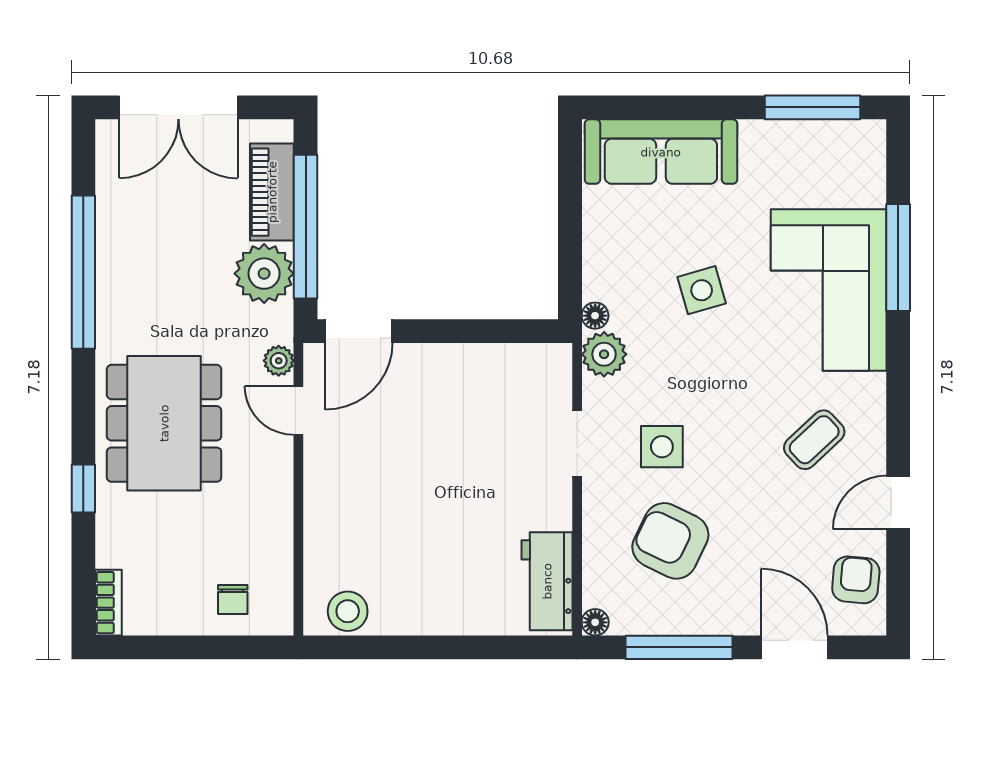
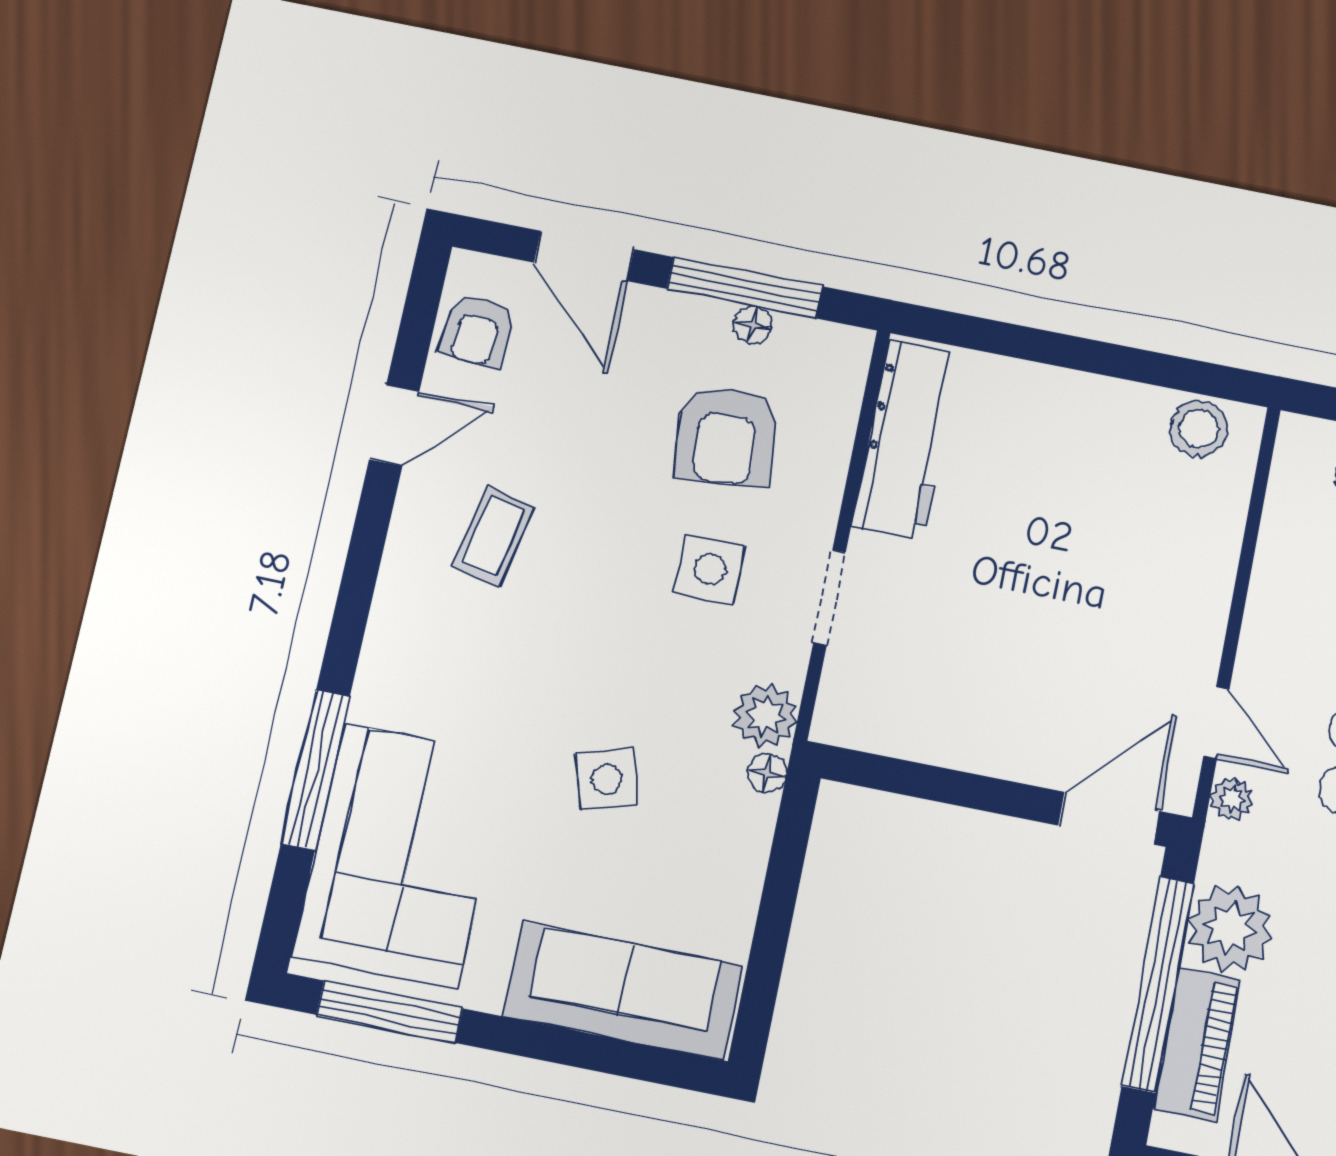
corner sofa: (829, 290) -> (400, 855), moved
coffee table: (814, 440) -> (493, 536), turned -35
armchair: (670, 541) -> (726, 436), turned 59
workbench: (547, 581) -> (906, 440), width x1.37
floor lamp: (595, 622) -> (753, 325), moved

